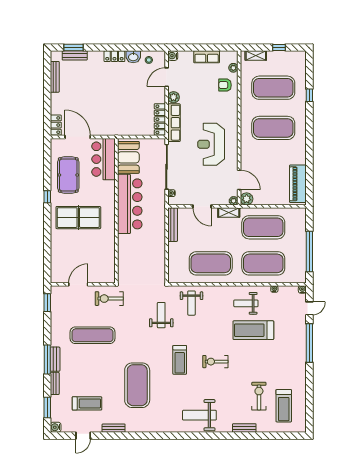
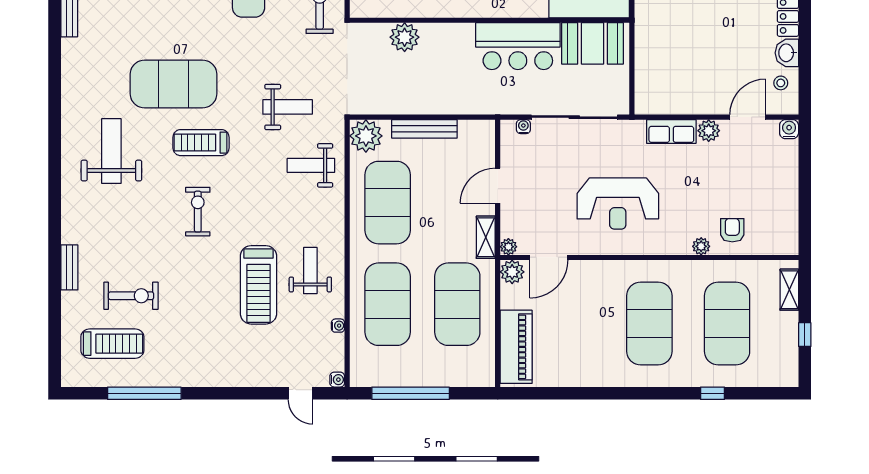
row of seats: (207, 57) -> (787, 195), removed
plant: (233, 68) -> (701, 246), moved
door: (167, 77) -> (748, 117), hinge flipped
locker: (160, 119) -> (666, 104), removed
row of seats: (174, 123) -> (671, 132), width x0.68
reception desk: (211, 144) -> (618, 204), turned 180
piano: (298, 184) -> (516, 347), moved, turned 90
bar counter: (130, 204) -> (518, 46), width x0.73
bench: (173, 225) -> (424, 129), moved
plant: (125, 255) -> (405, 37), added
plant: (176, 275) -> (366, 136), added
treadmill: (253, 330) -> (258, 285), turned 180
window: (309, 343) -> (144, 393), moved
exercise mat: (137, 385) -> (173, 84), moved
treadmill: (284, 406) -> (112, 344), turned 180
weight bench: (199, 415) -> (111, 151), moved

